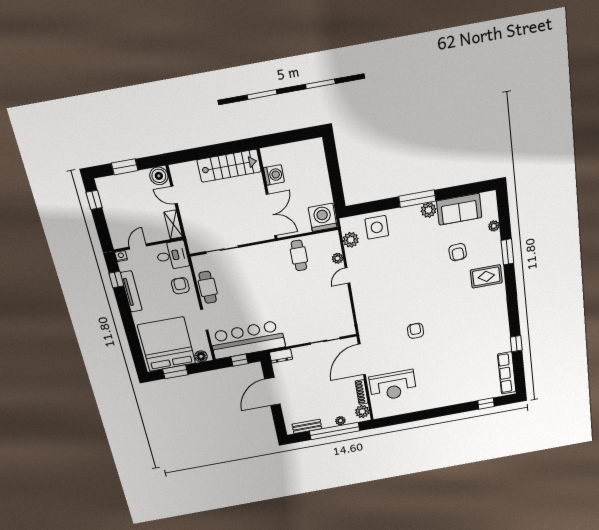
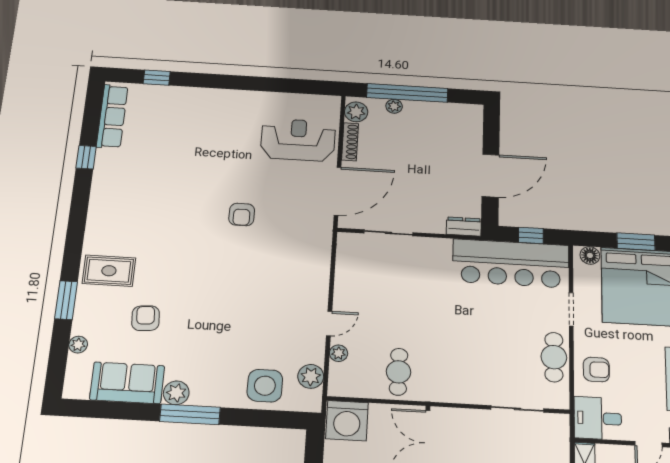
armchair: (180, 286) -> (596, 370), turned -90
bench: (307, 426) -> (449, 110), removed

